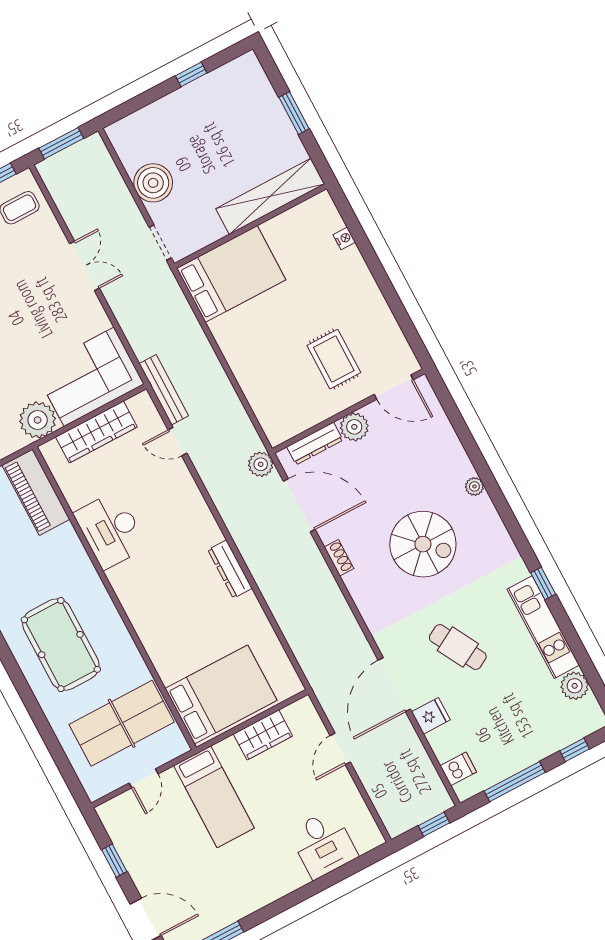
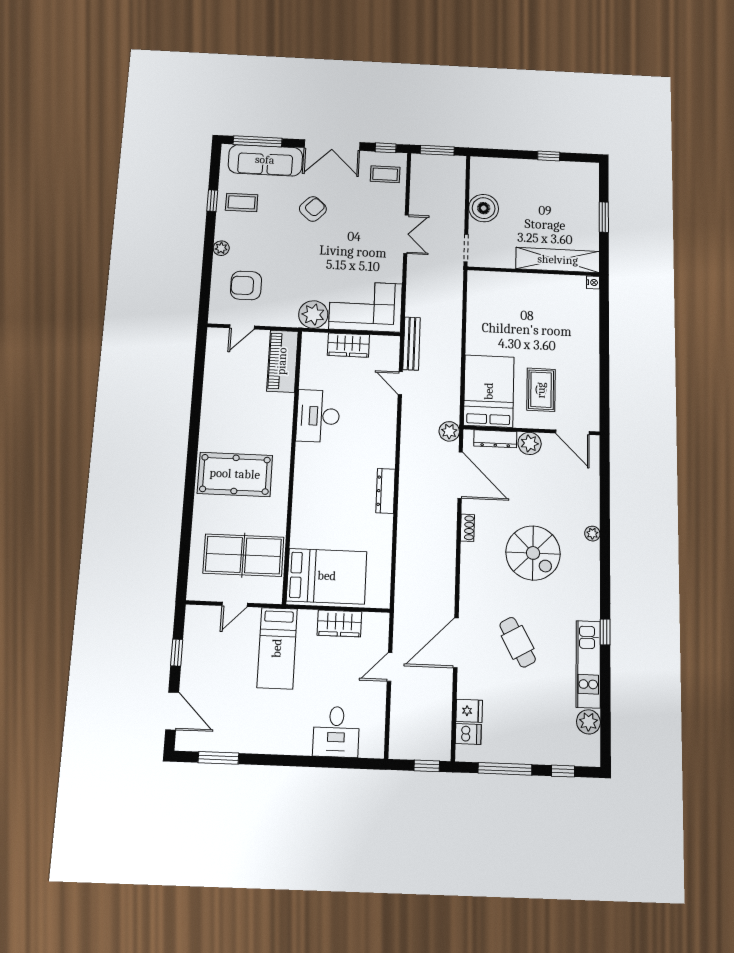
nightstand: (344, 238) -> (593, 282), moved
bed: (231, 274) -> (489, 391), moved, turned -90
wardrobe: (96, 432) -> (348, 345), width x0.67
pool table: (61, 645) -> (235, 474), turned 90
fridge: (431, 716) -> (469, 711), moved

